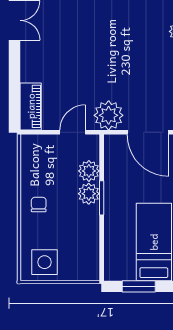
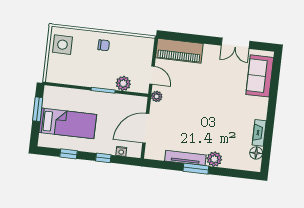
piano: (31, 106) -> (179, 51), width x1.37, depth x1.33
plant: (109, 115) -> (157, 96), width x0.53, depth x0.53
plant: (89, 194) -> (107, 81), removed

